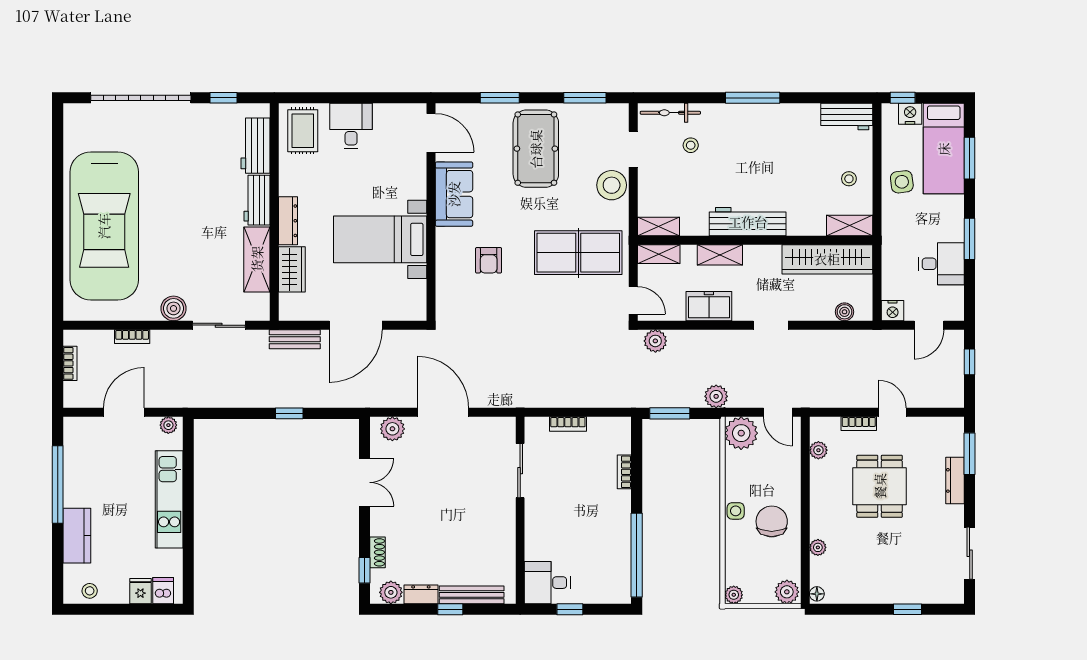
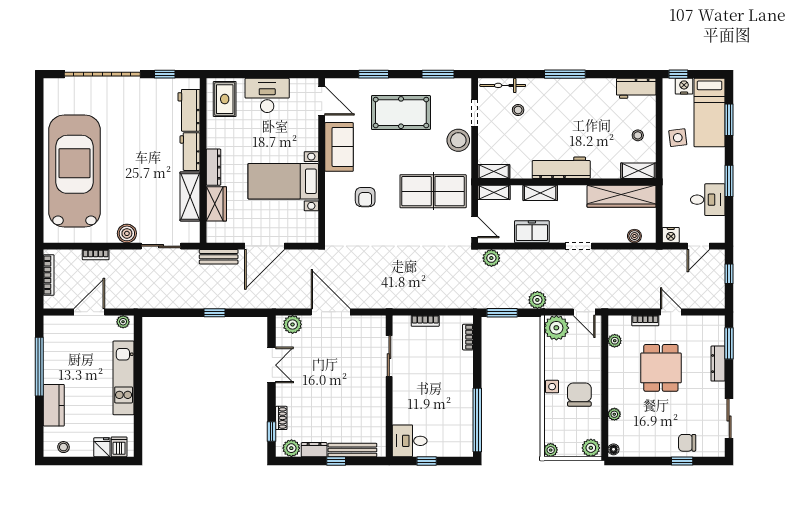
desk: (351, 126) -> (267, 95), width x1.37
pool table: (536, 149) -> (401, 113), turned 90
car: (104, 226) -> (75, 171), turned 180
bookcase: (70, 363) -> (49, 275), width x1.56
bookcase: (624, 472) -> (468, 337), moved
chair: (914, 585) -> (687, 443), added

